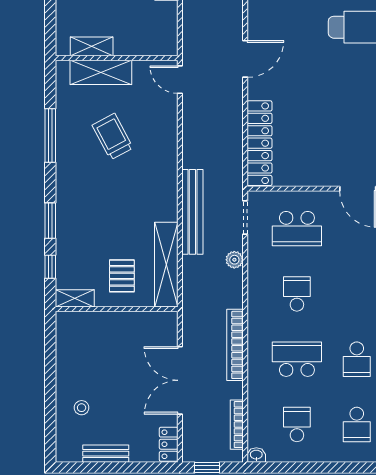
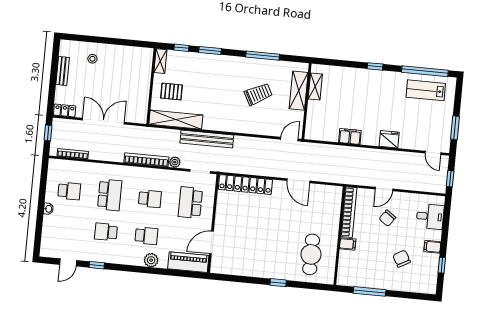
bookcase: (235, 345) -> (146, 160), moved
school desk: (357, 424) -> (146, 236), moved, turned 180
washbasin: (256, 455) -> (48, 209), moved

